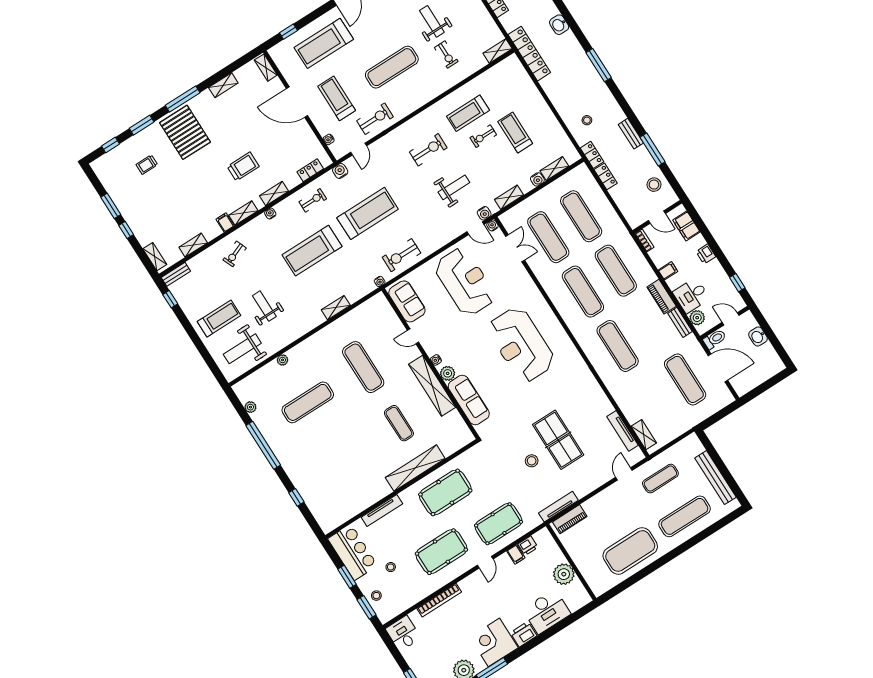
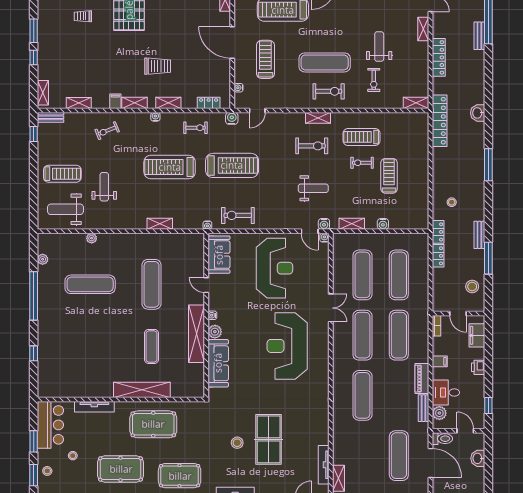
exercise bike: (375, 119) -> (329, 91), moved
shelving: (554, 168) -> (318, 118), moved
double door: (515, 248) -> (331, 308), moved

